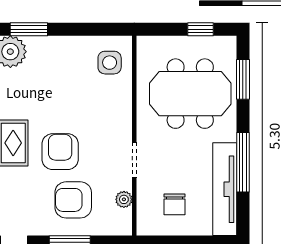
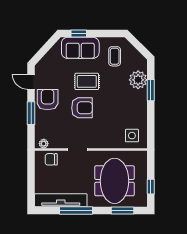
plant: (124, 199) -> (44, 144), moved
armchair: (73, 200) -> (48, 100), moved
chair: (174, 204) -> (51, 159), moved

